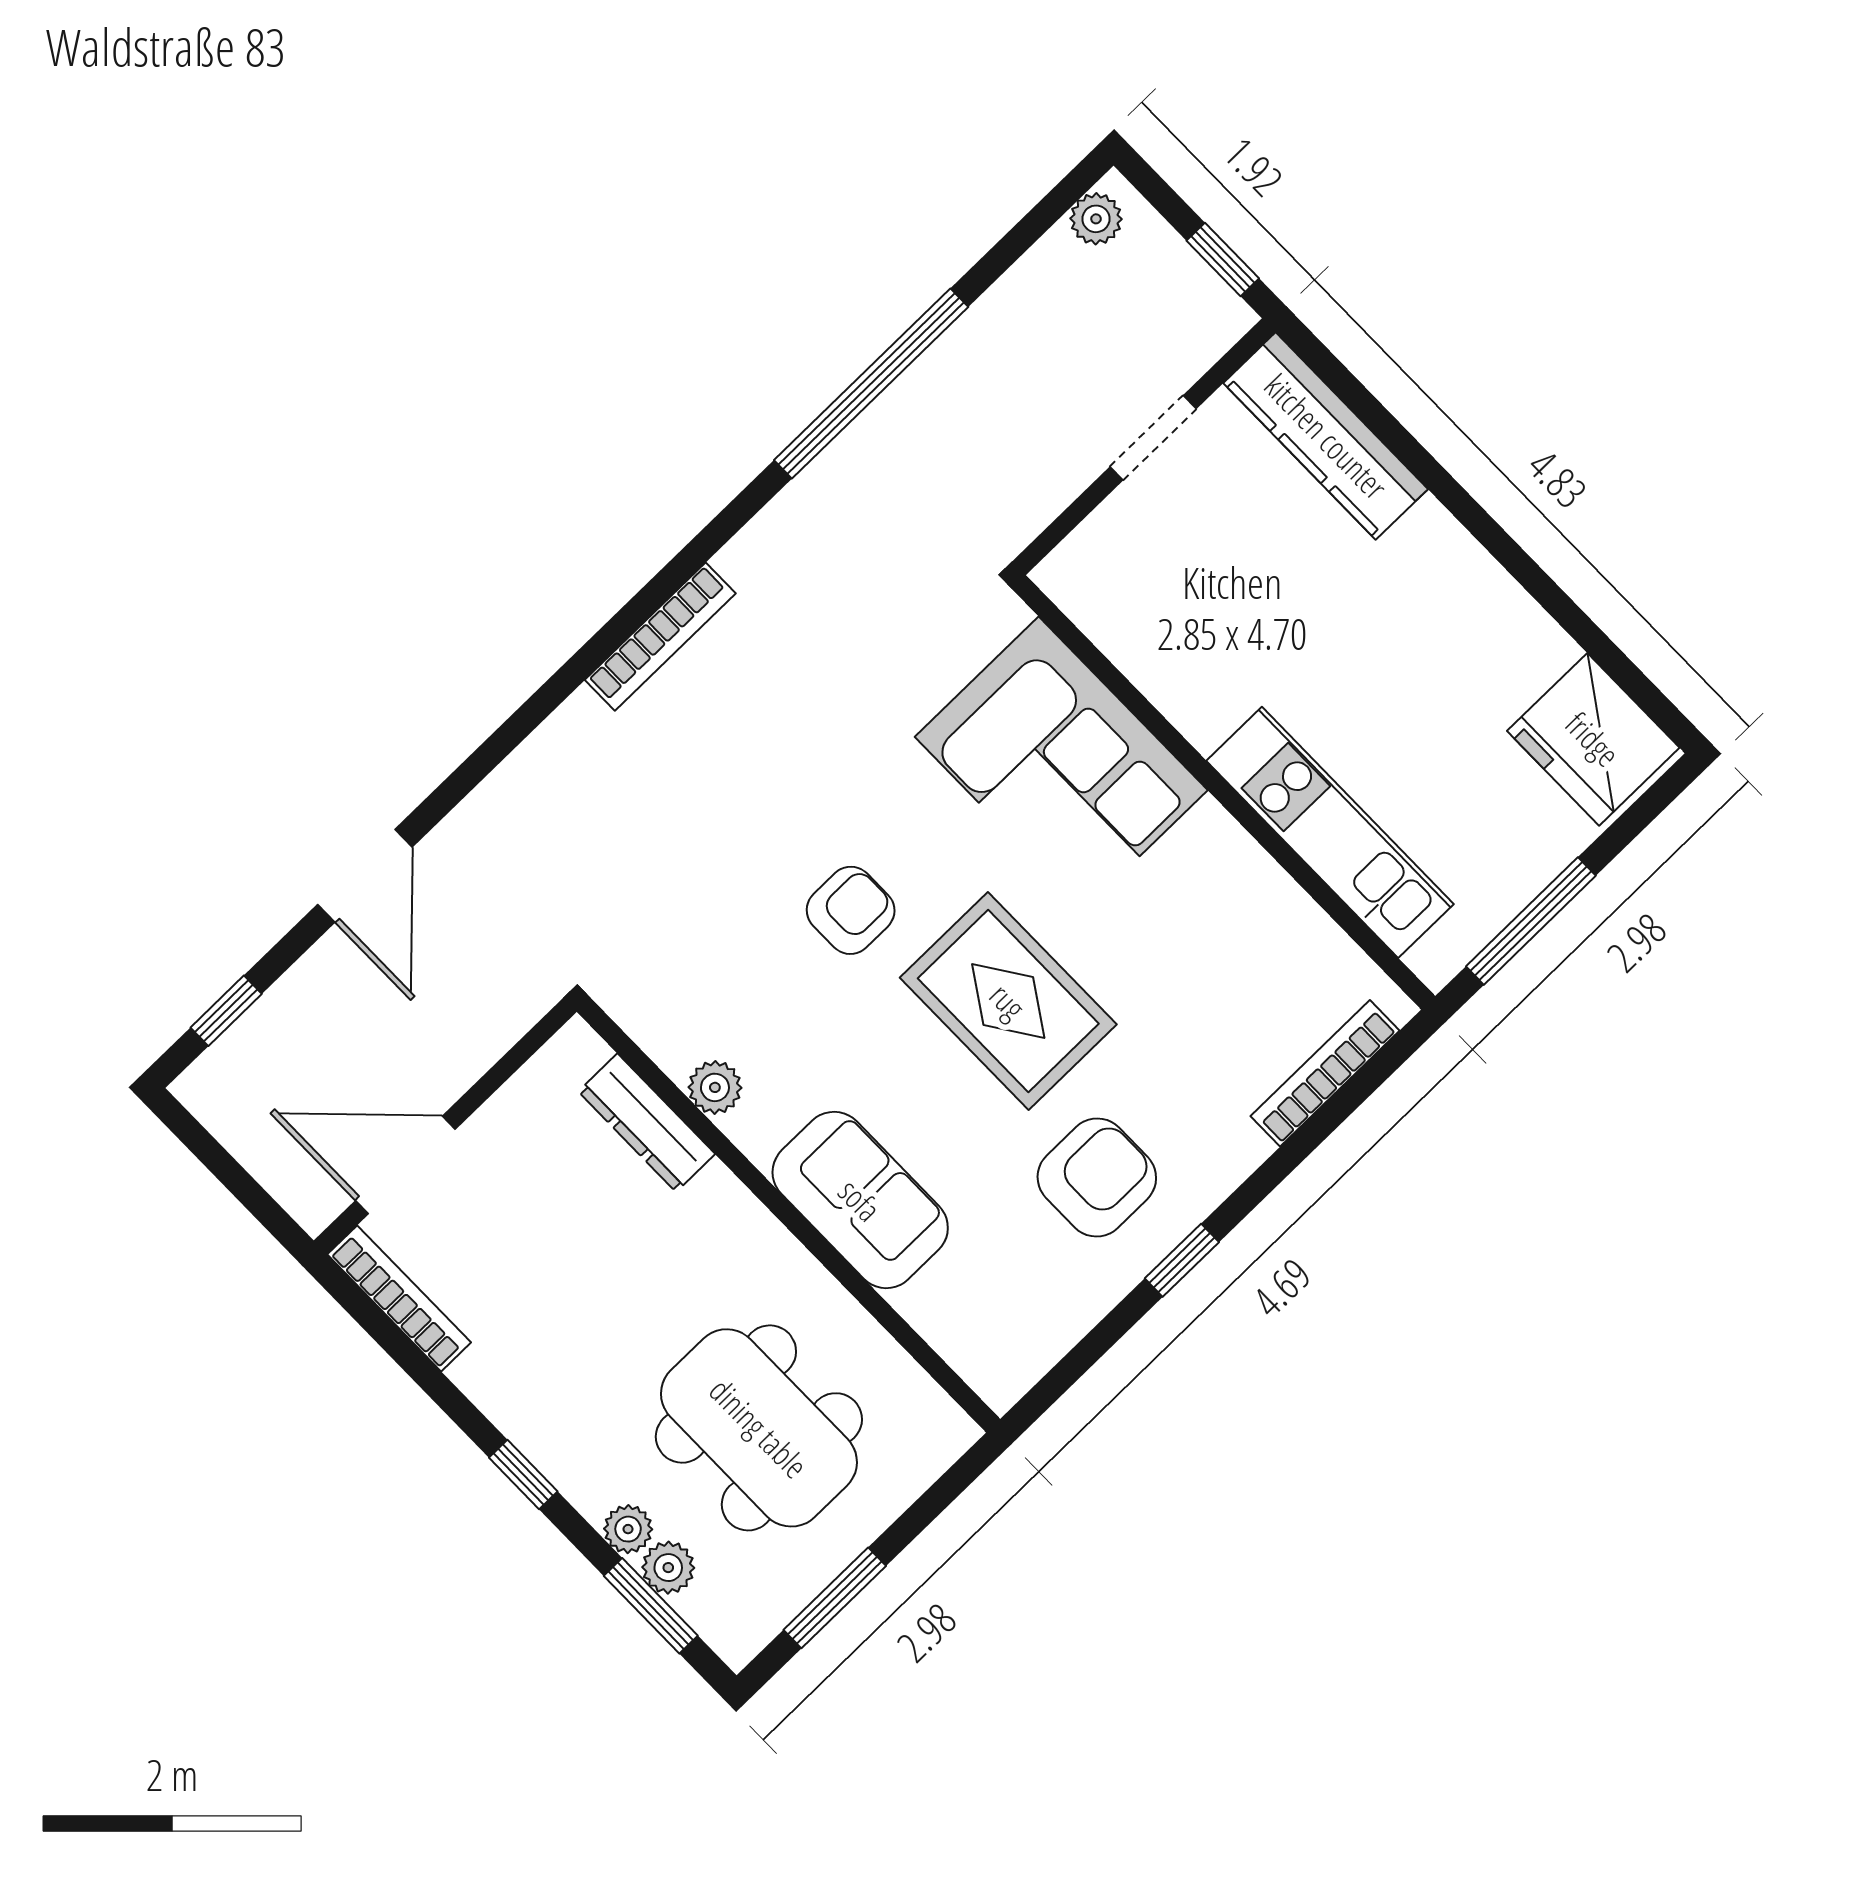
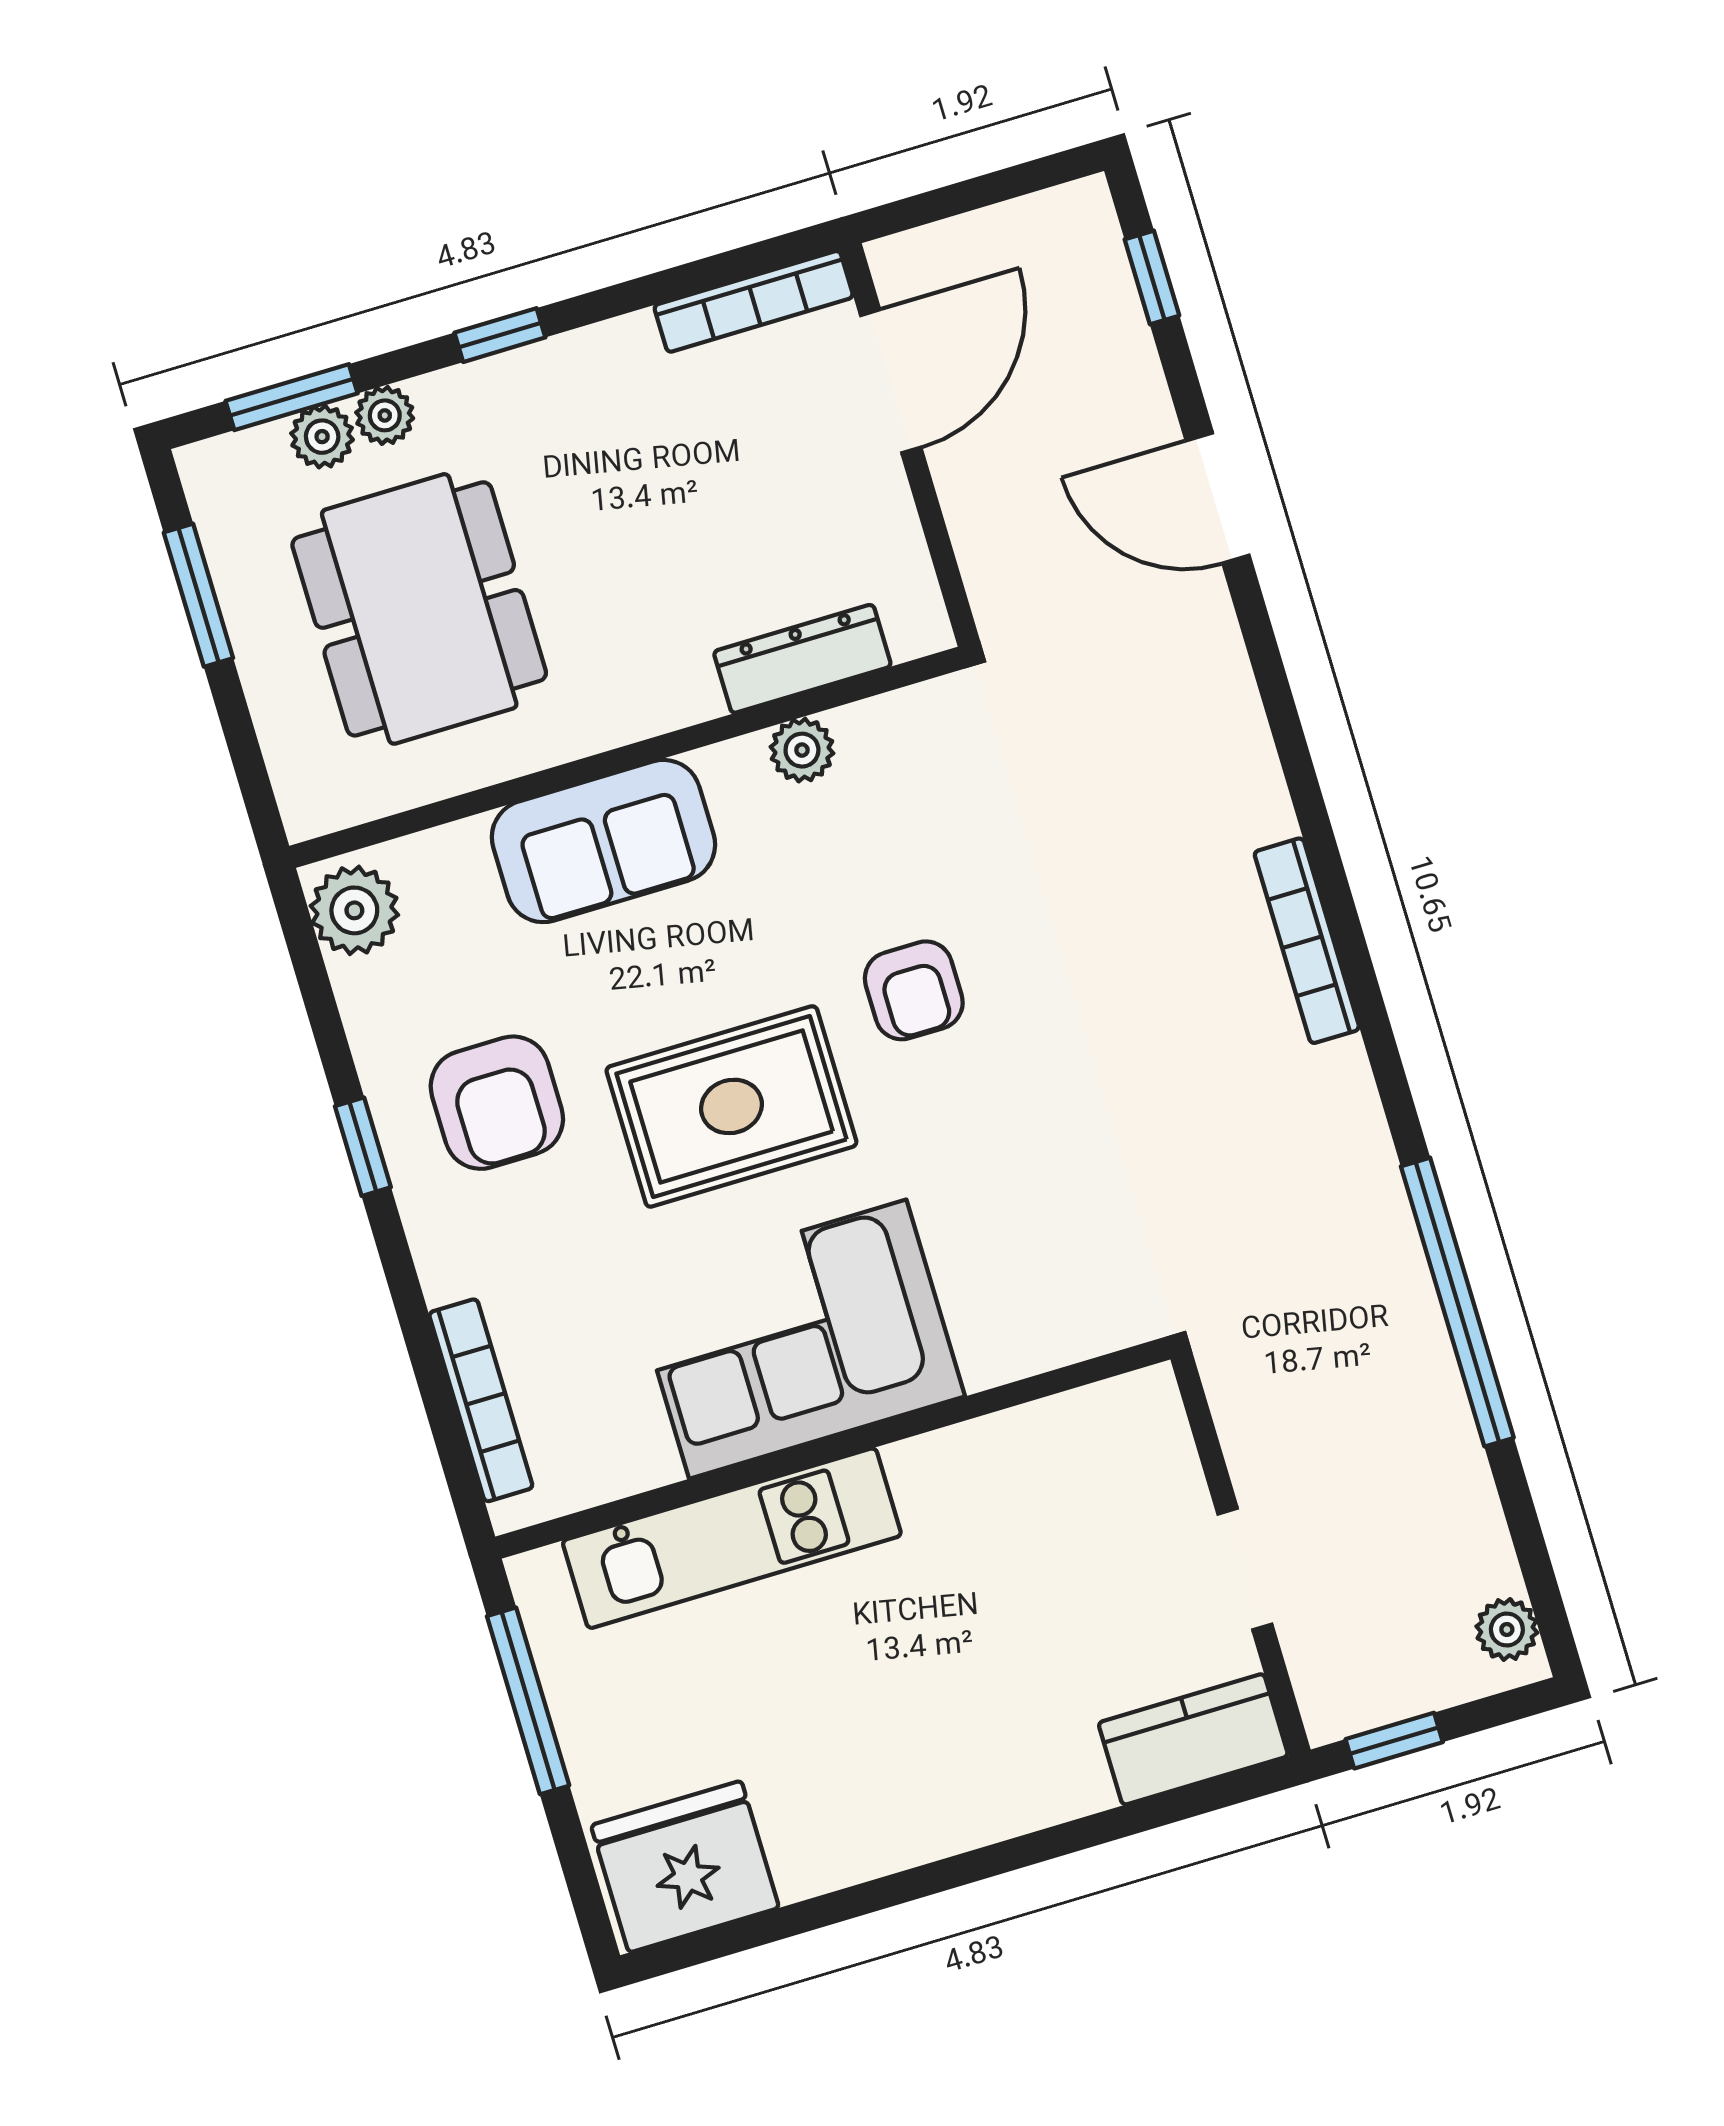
kitchen counter: (1326, 436) -> (1193, 1739), width x0.67
corner sofa: (1061, 764) -> (798, 1339), moved
plant: (1009, 1359) -> (354, 910), added
dining table: (759, 1428) -> (419, 609), turned 90

